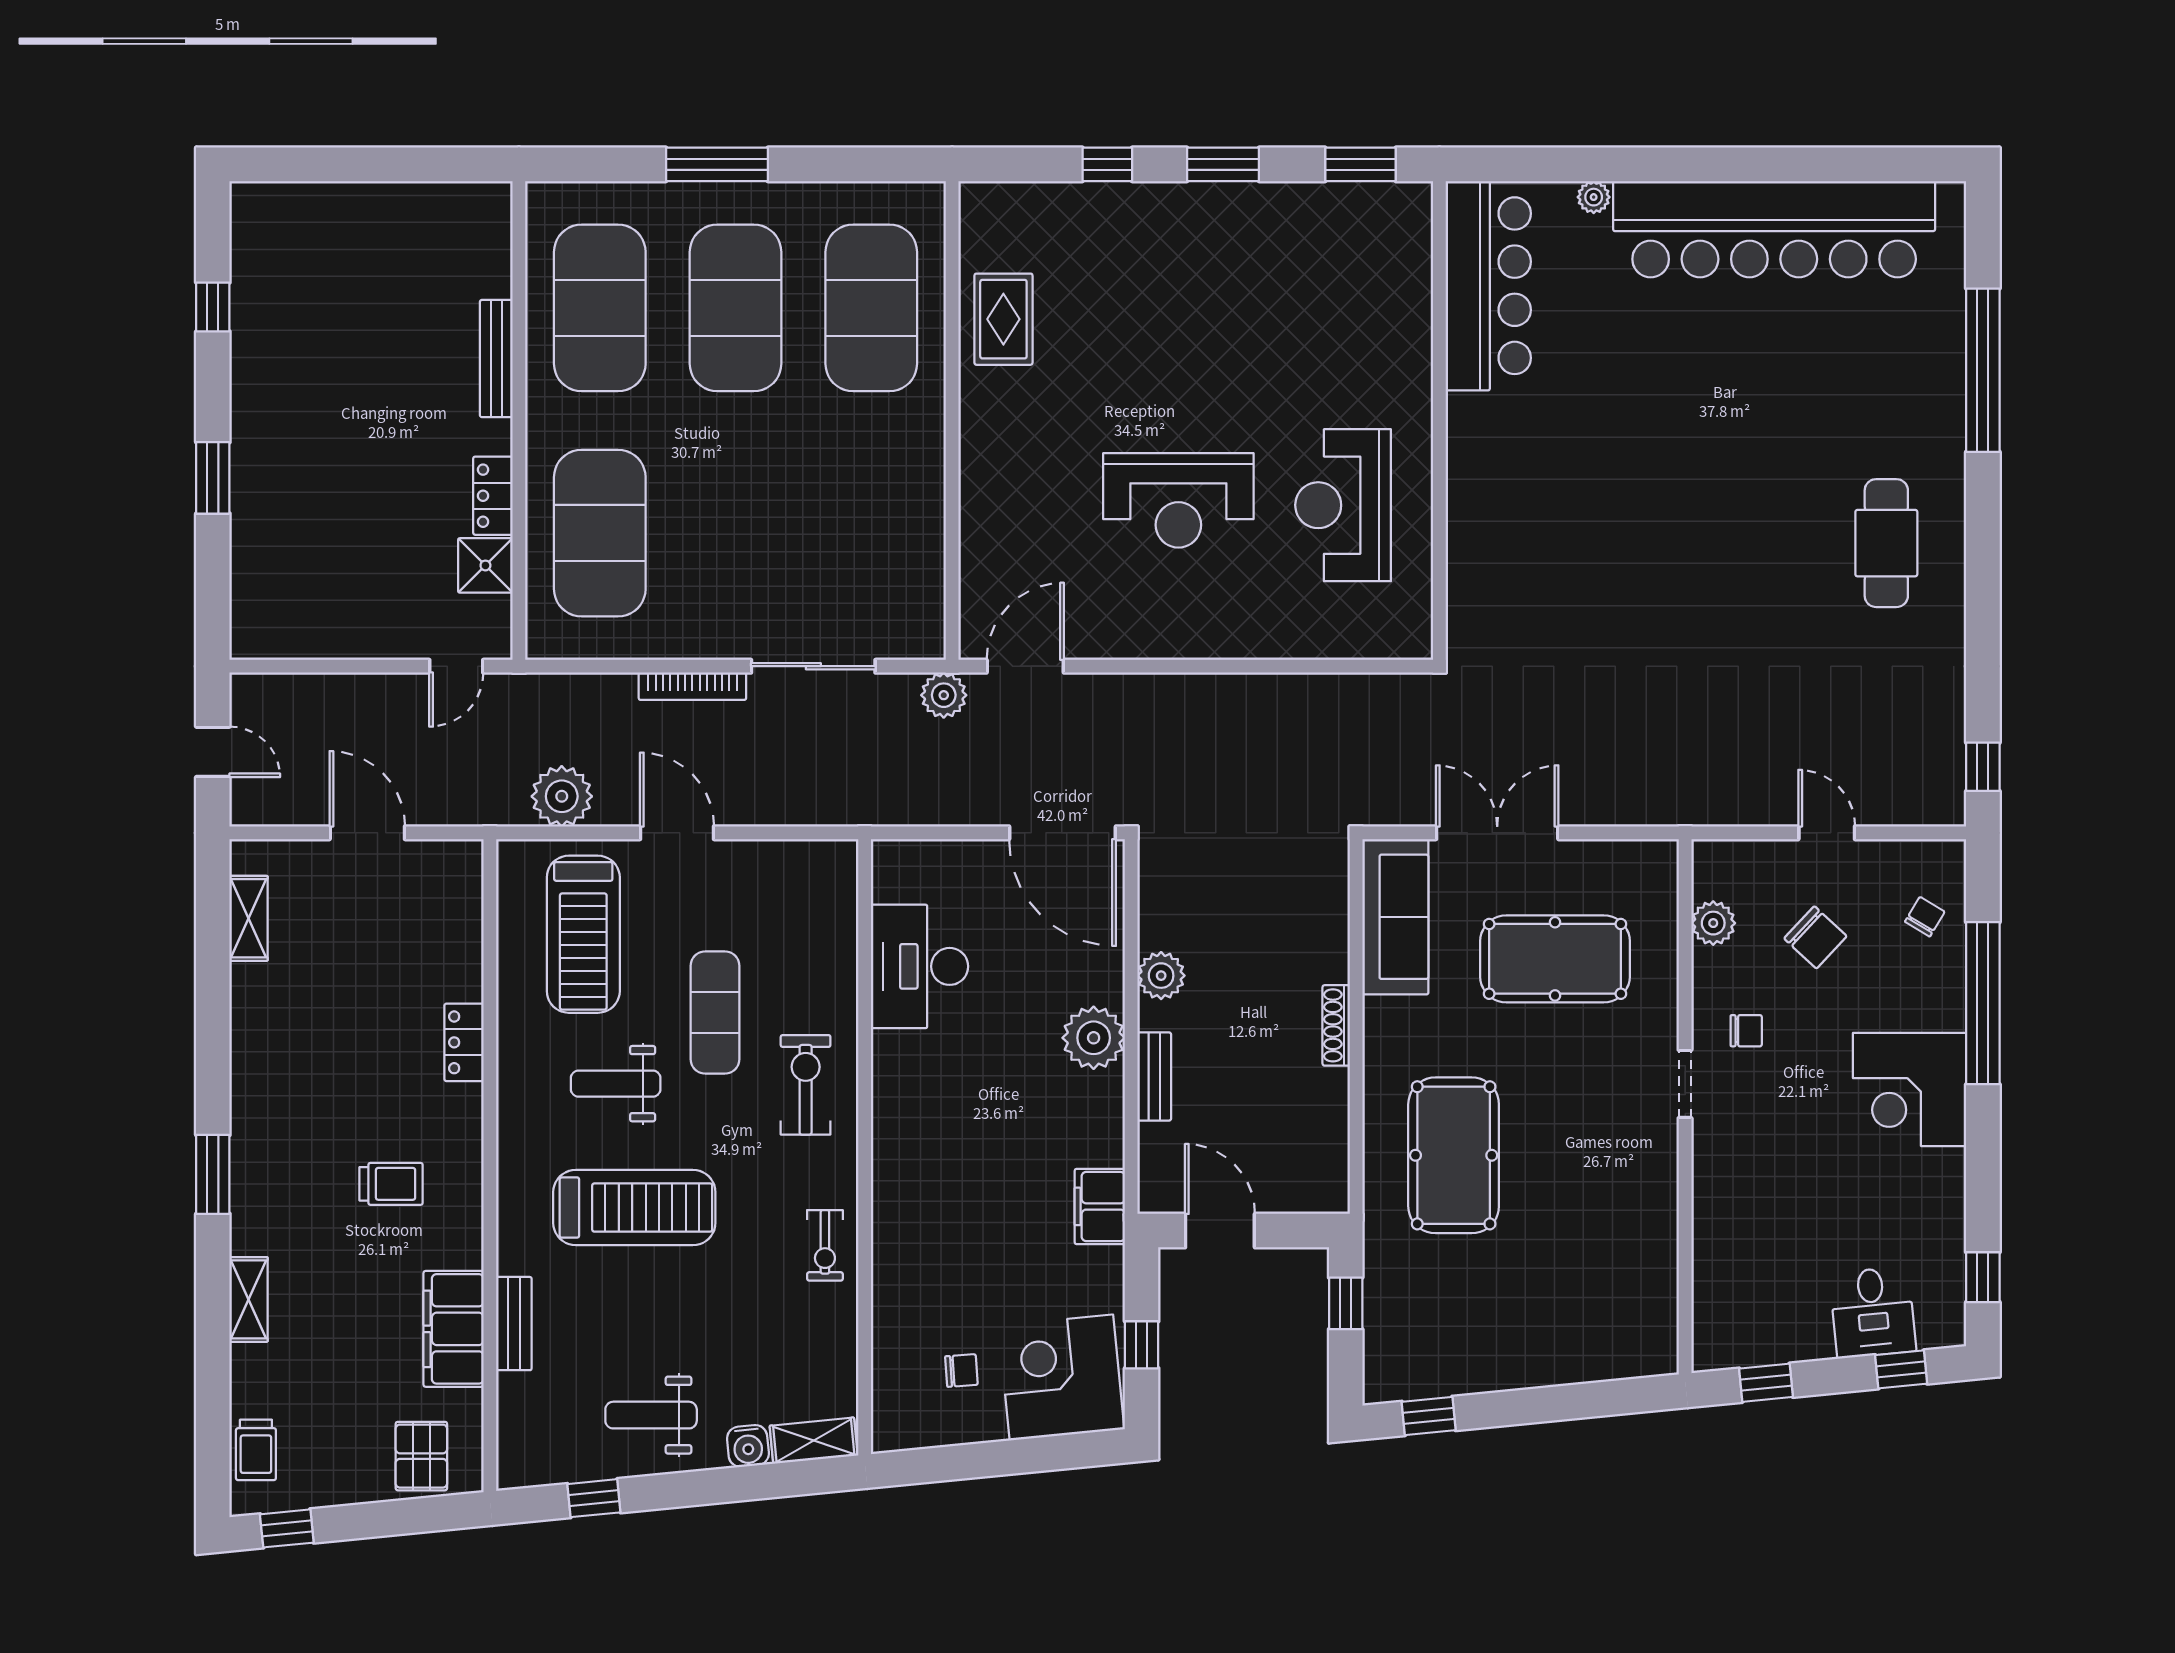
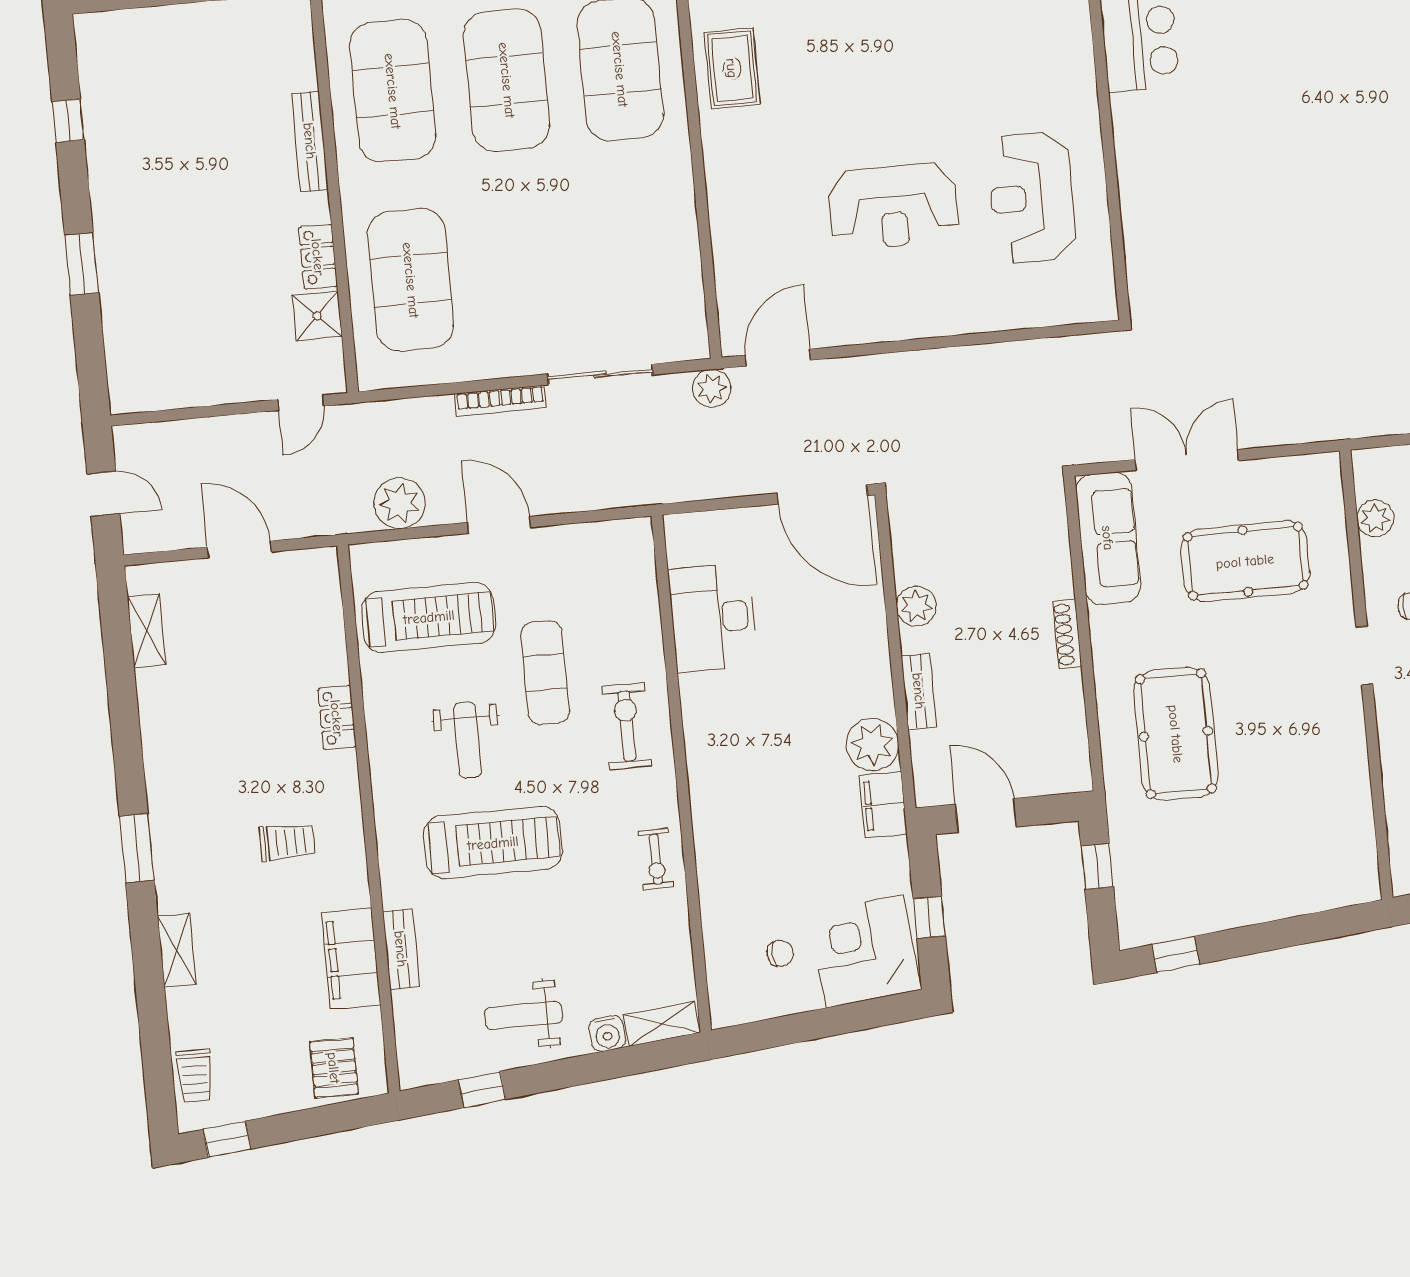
treadmill: (583, 934) -> (429, 617), turned -90
plant: (1094, 1038) -> (872, 745), moved
weight bench: (616, 1084) -> (468, 740), turned -90

